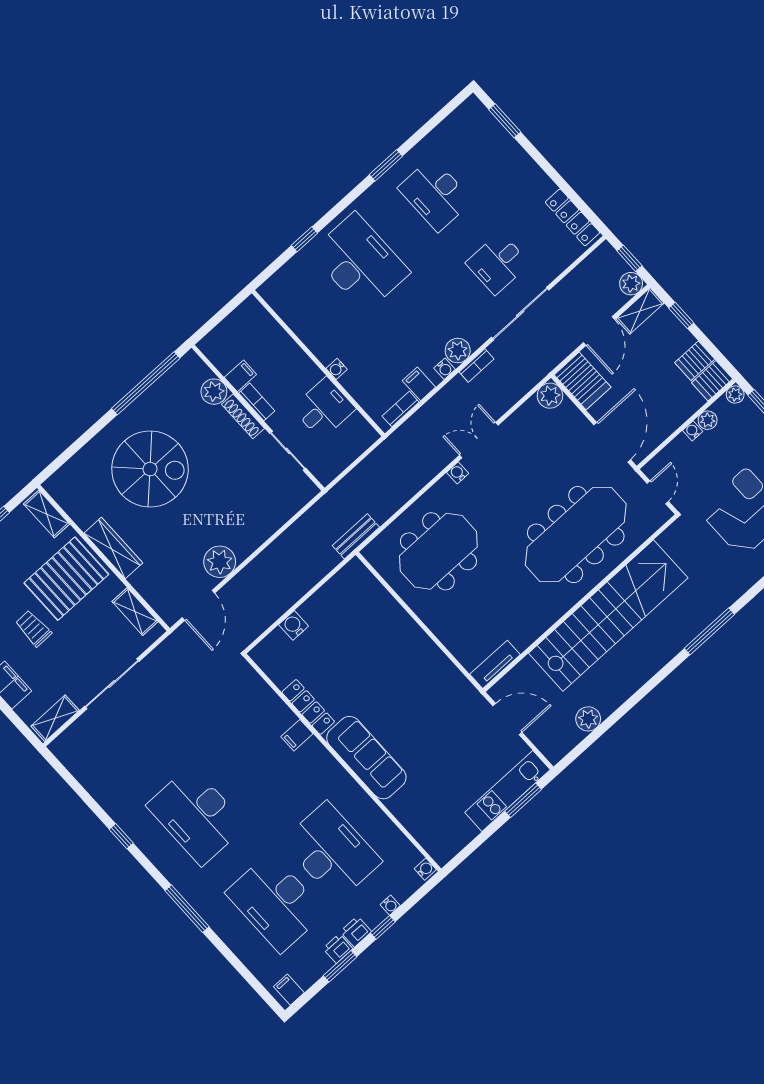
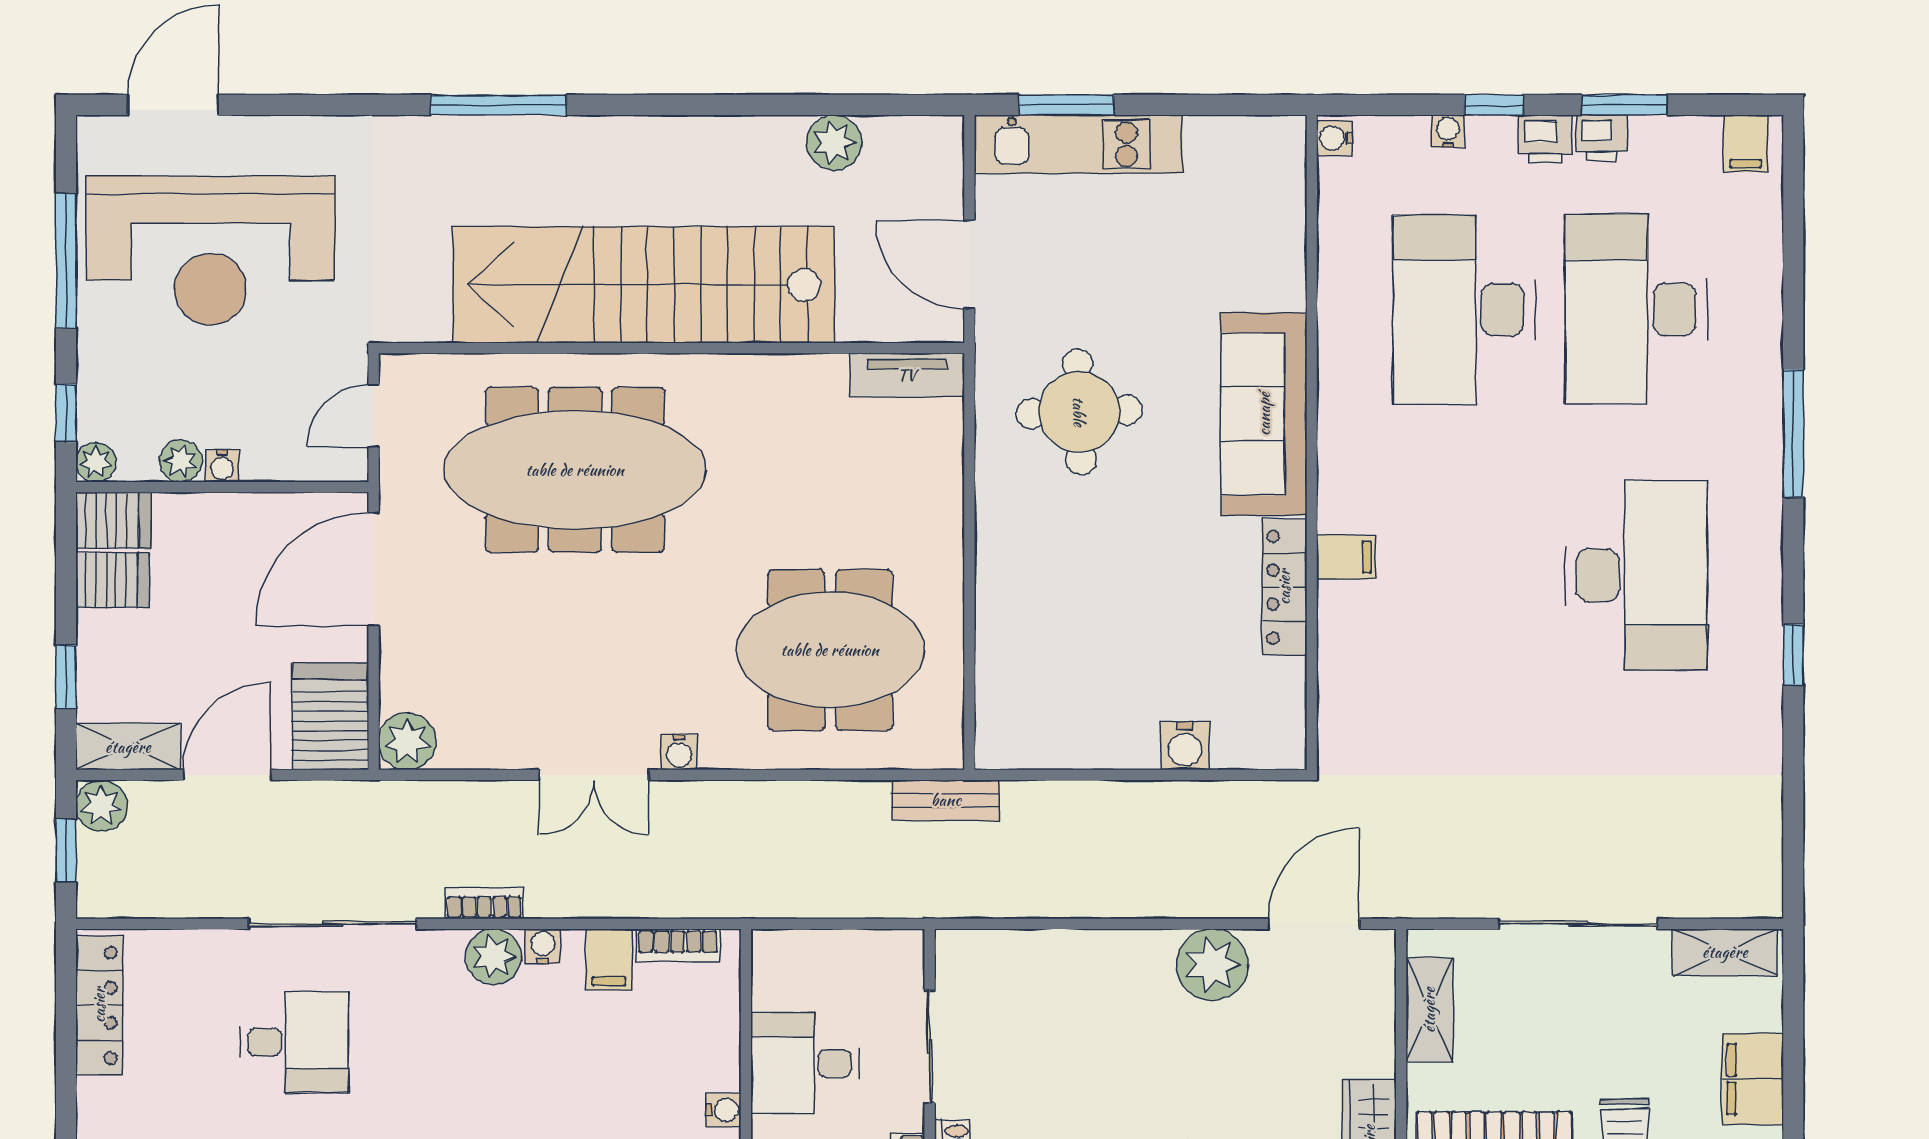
round table: (428, 704) -> (1079, 412), added
desk: (275, 903) -> (1636, 309), turned 180

